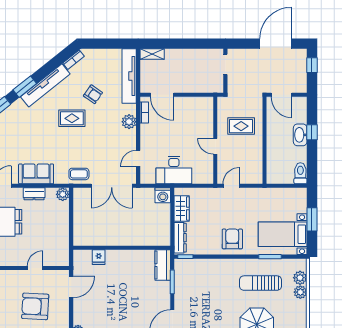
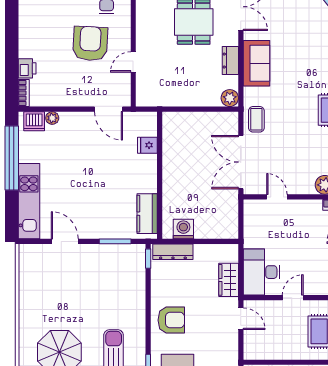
desk: (174, 170) -> (261, 272), moved
washing machine: (163, 195) -> (183, 229), moved, turned 90
wardrobe: (182, 209) -> (229, 280), moved, turned 90
kitchen counter: (163, 265) -> (147, 214), moved, turned -90
door: (35, 268) -> (133, 62), swing flipped
armchair: (35, 306) -> (90, 43), moved

